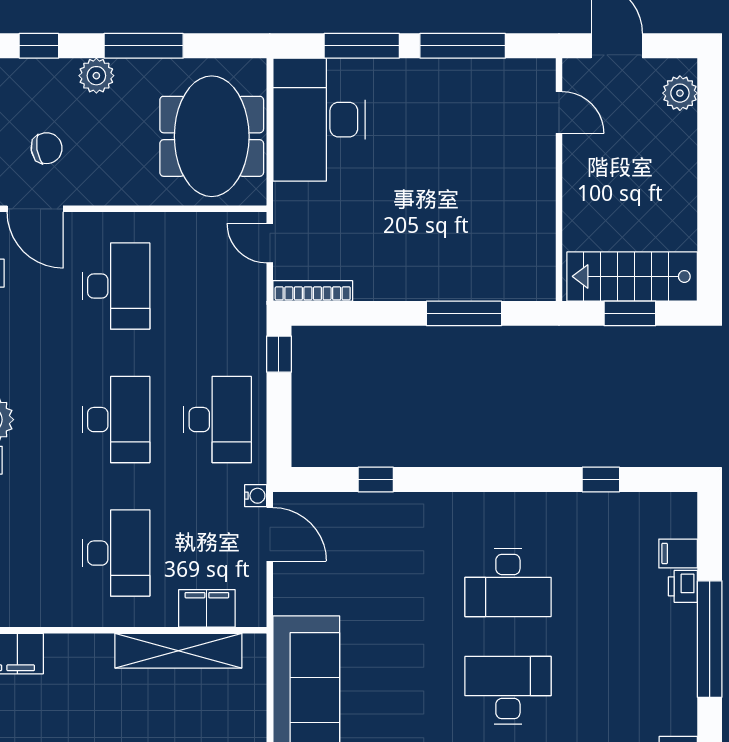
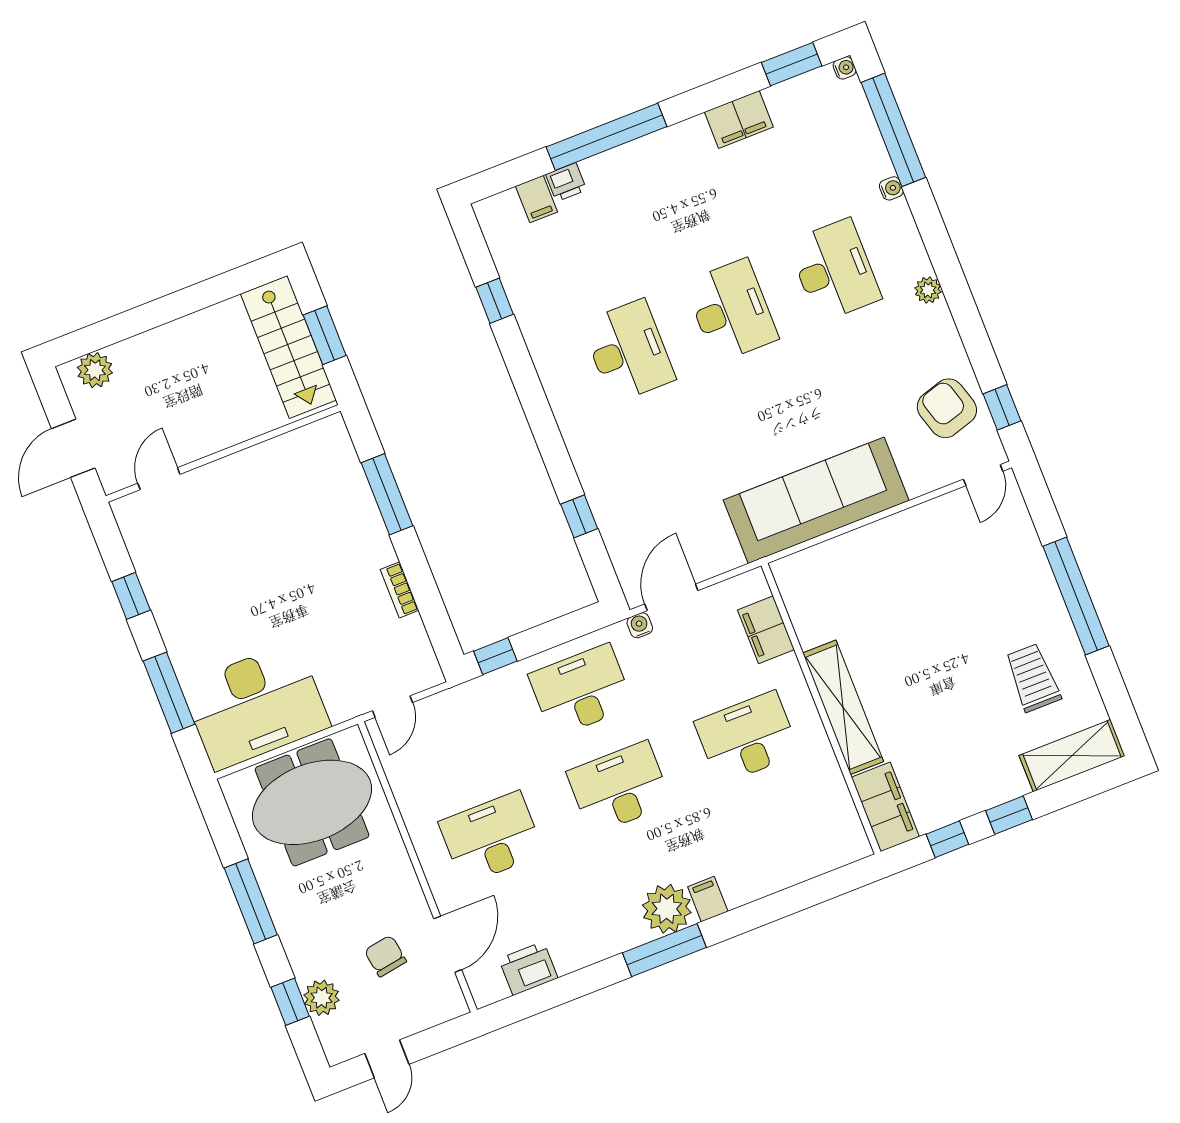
window: (463, 46) -> (131, 596), width x0.46
plant: (96, 76) -> (322, 998), moved
bookcase: (313, 291) -> (400, 590), moved, width x0.64
shelving: (178, 651) -> (843, 707), moved
desk: (508, 690) -> (731, 311), turned 180

